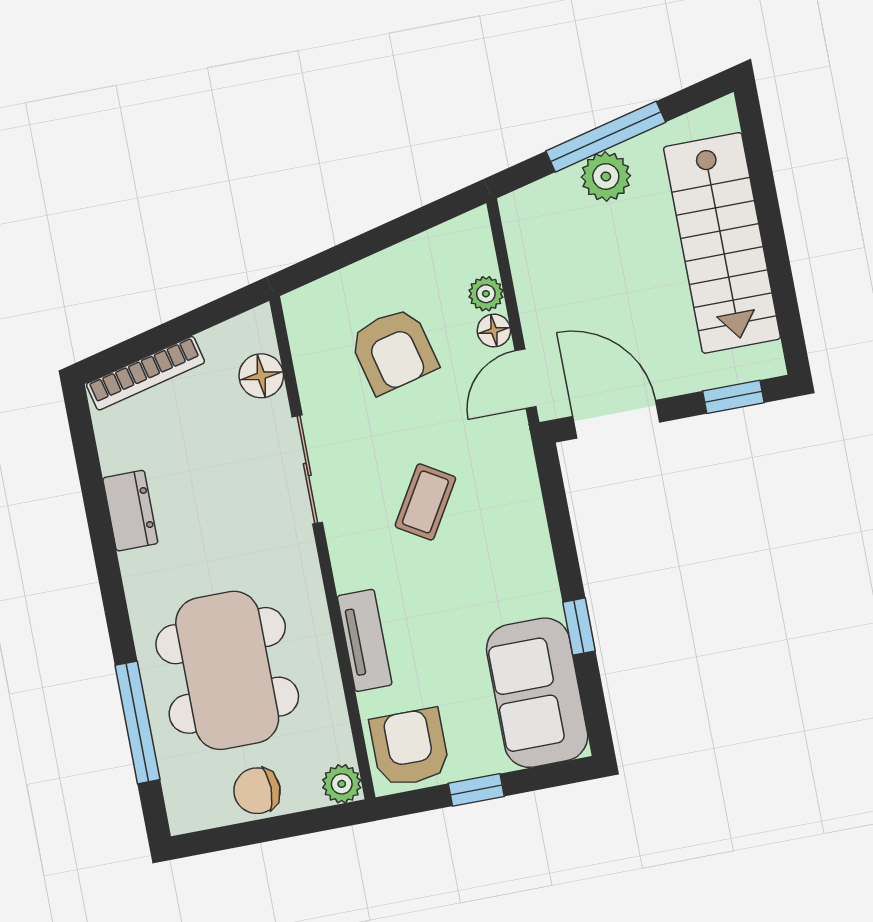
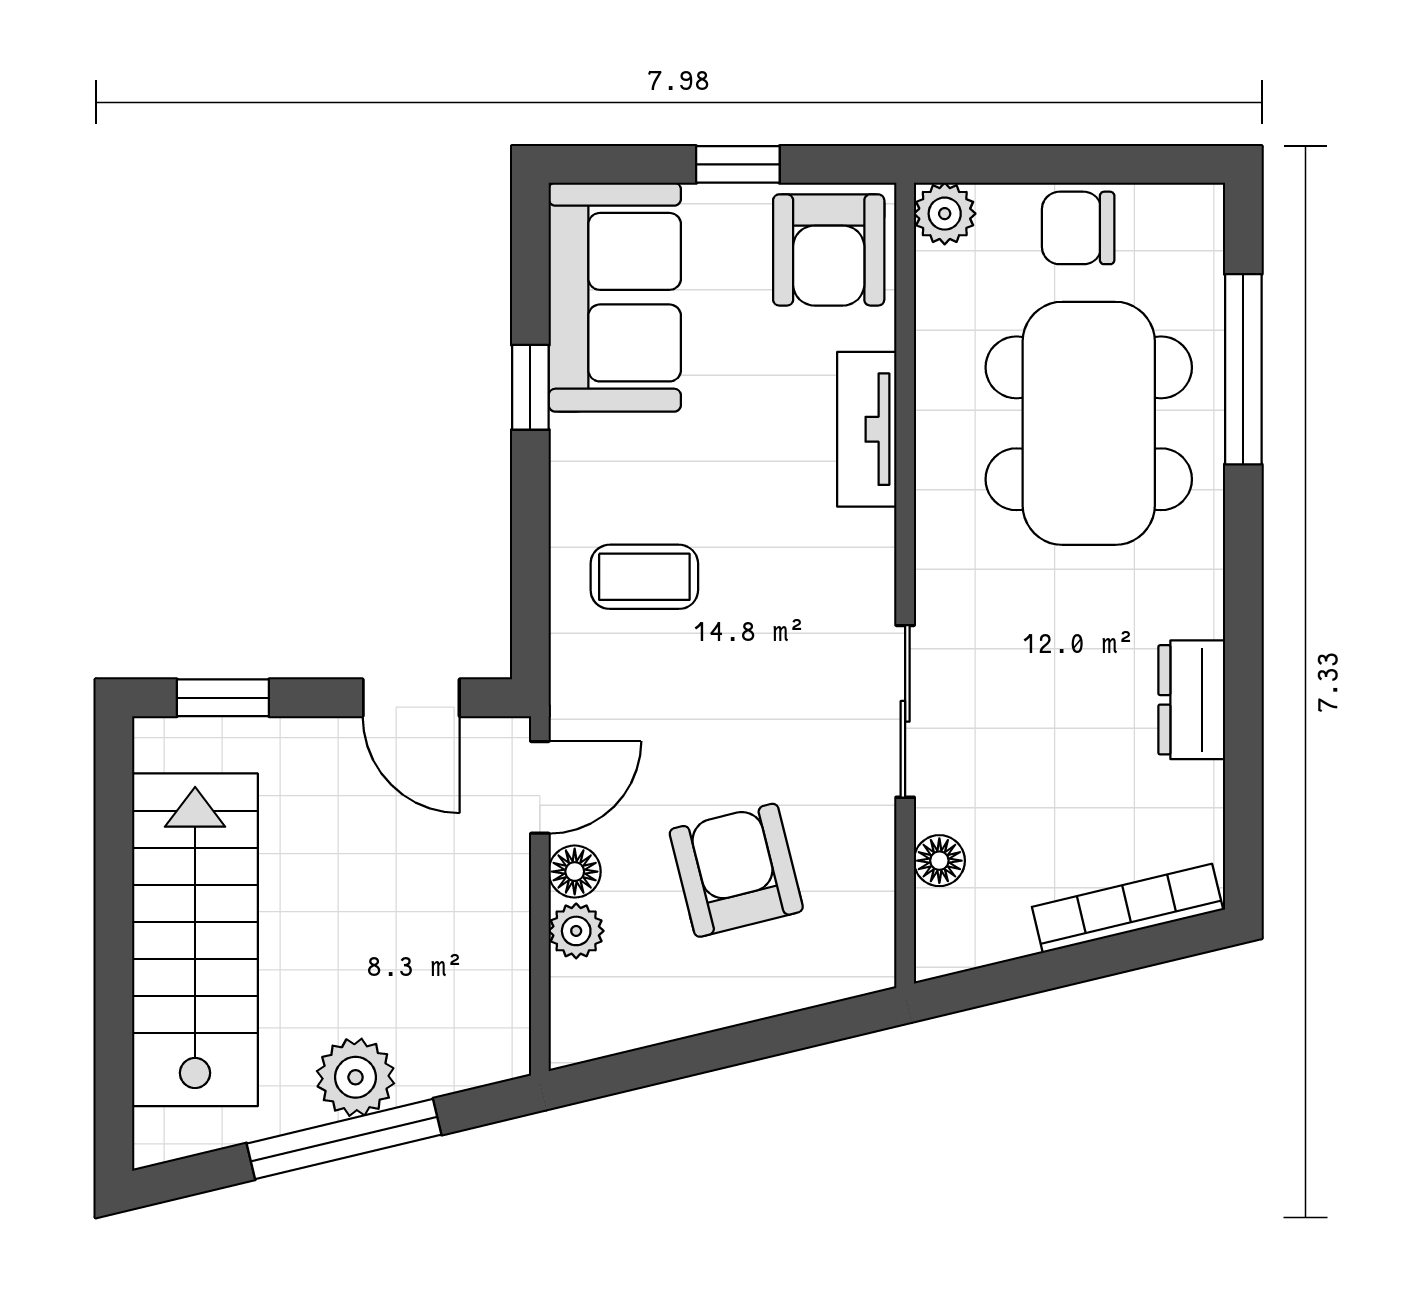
floor lamp: (261, 376) -> (939, 861), width x0.73, depth x0.73
door: (616, 419) -> (411, 698), width x0.73
coffee table: (425, 502) -> (644, 577), moved, turned 59
chair: (257, 791) -> (1078, 228), turned 180

